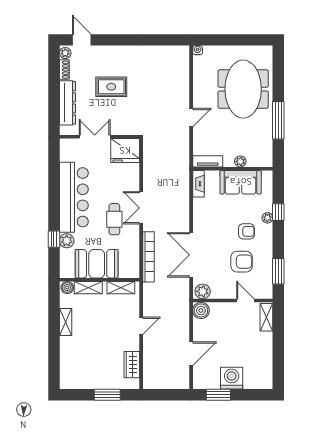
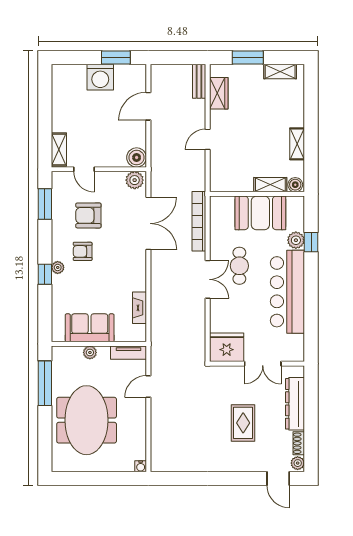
rug: (111, 87) -> (243, 423), turned 90
tv unit: (208, 161) -> (129, 353), moved
plant: (240, 161) -> (90, 352), moved
wall: (233, 169) -> (99, 344), moved
sofa: (241, 182) -> (90, 328), moved
shelving: (121, 288) -> (280, 71), moved
bench: (148, 375) -> (199, 81), added

